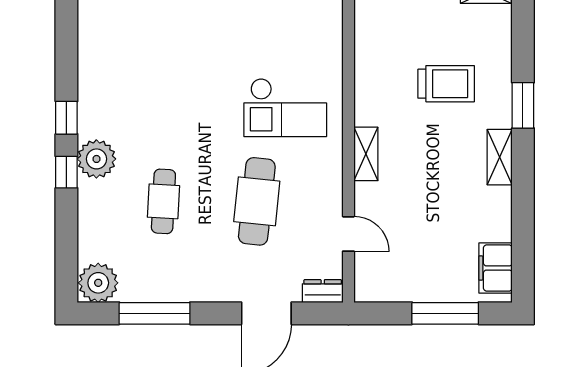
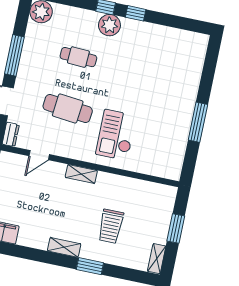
window: (155, 313) -> (14, 55), moved

